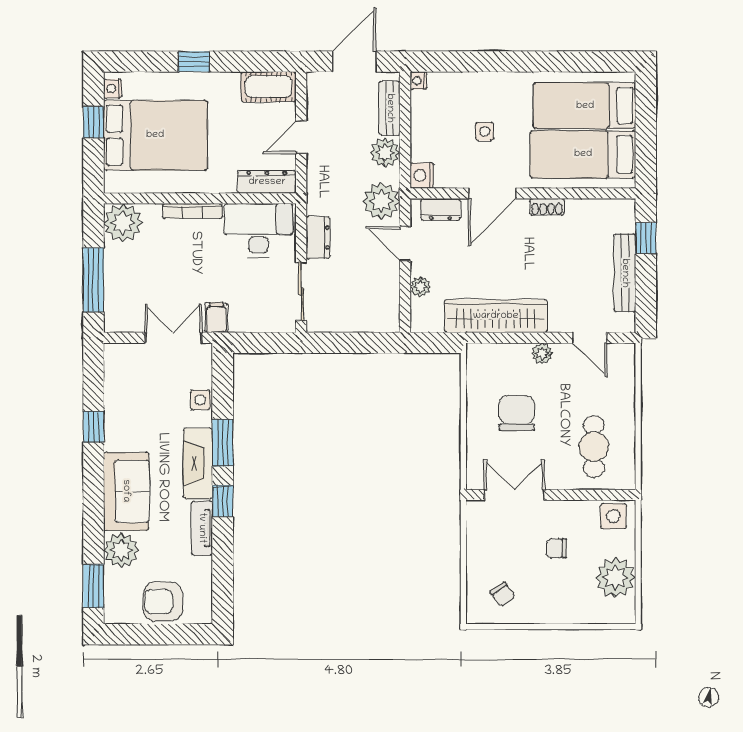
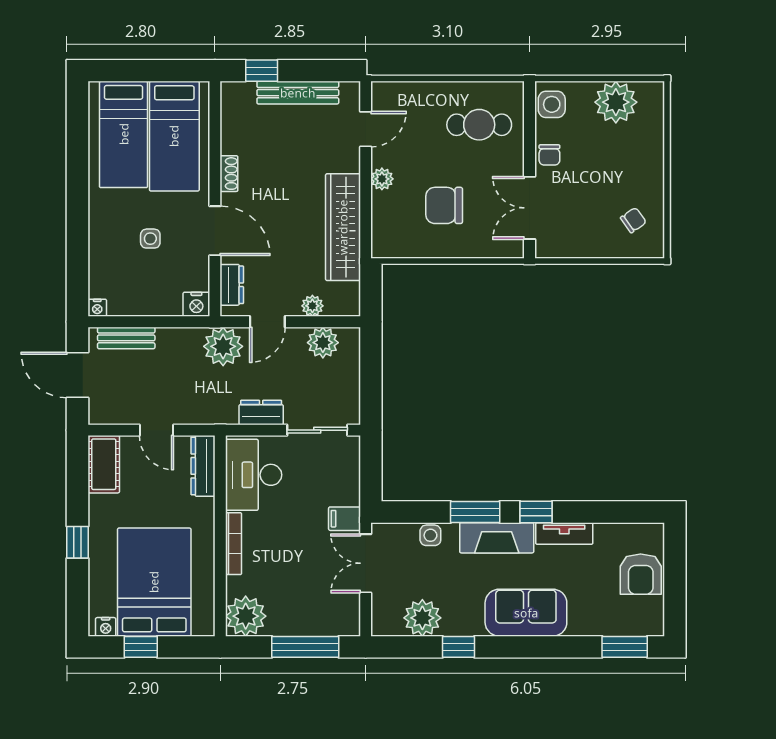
plant: (385, 153) -> (323, 343), moved
chair: (557, 548) -> (549, 155), moved
plant: (121, 550) -> (422, 618), moved

